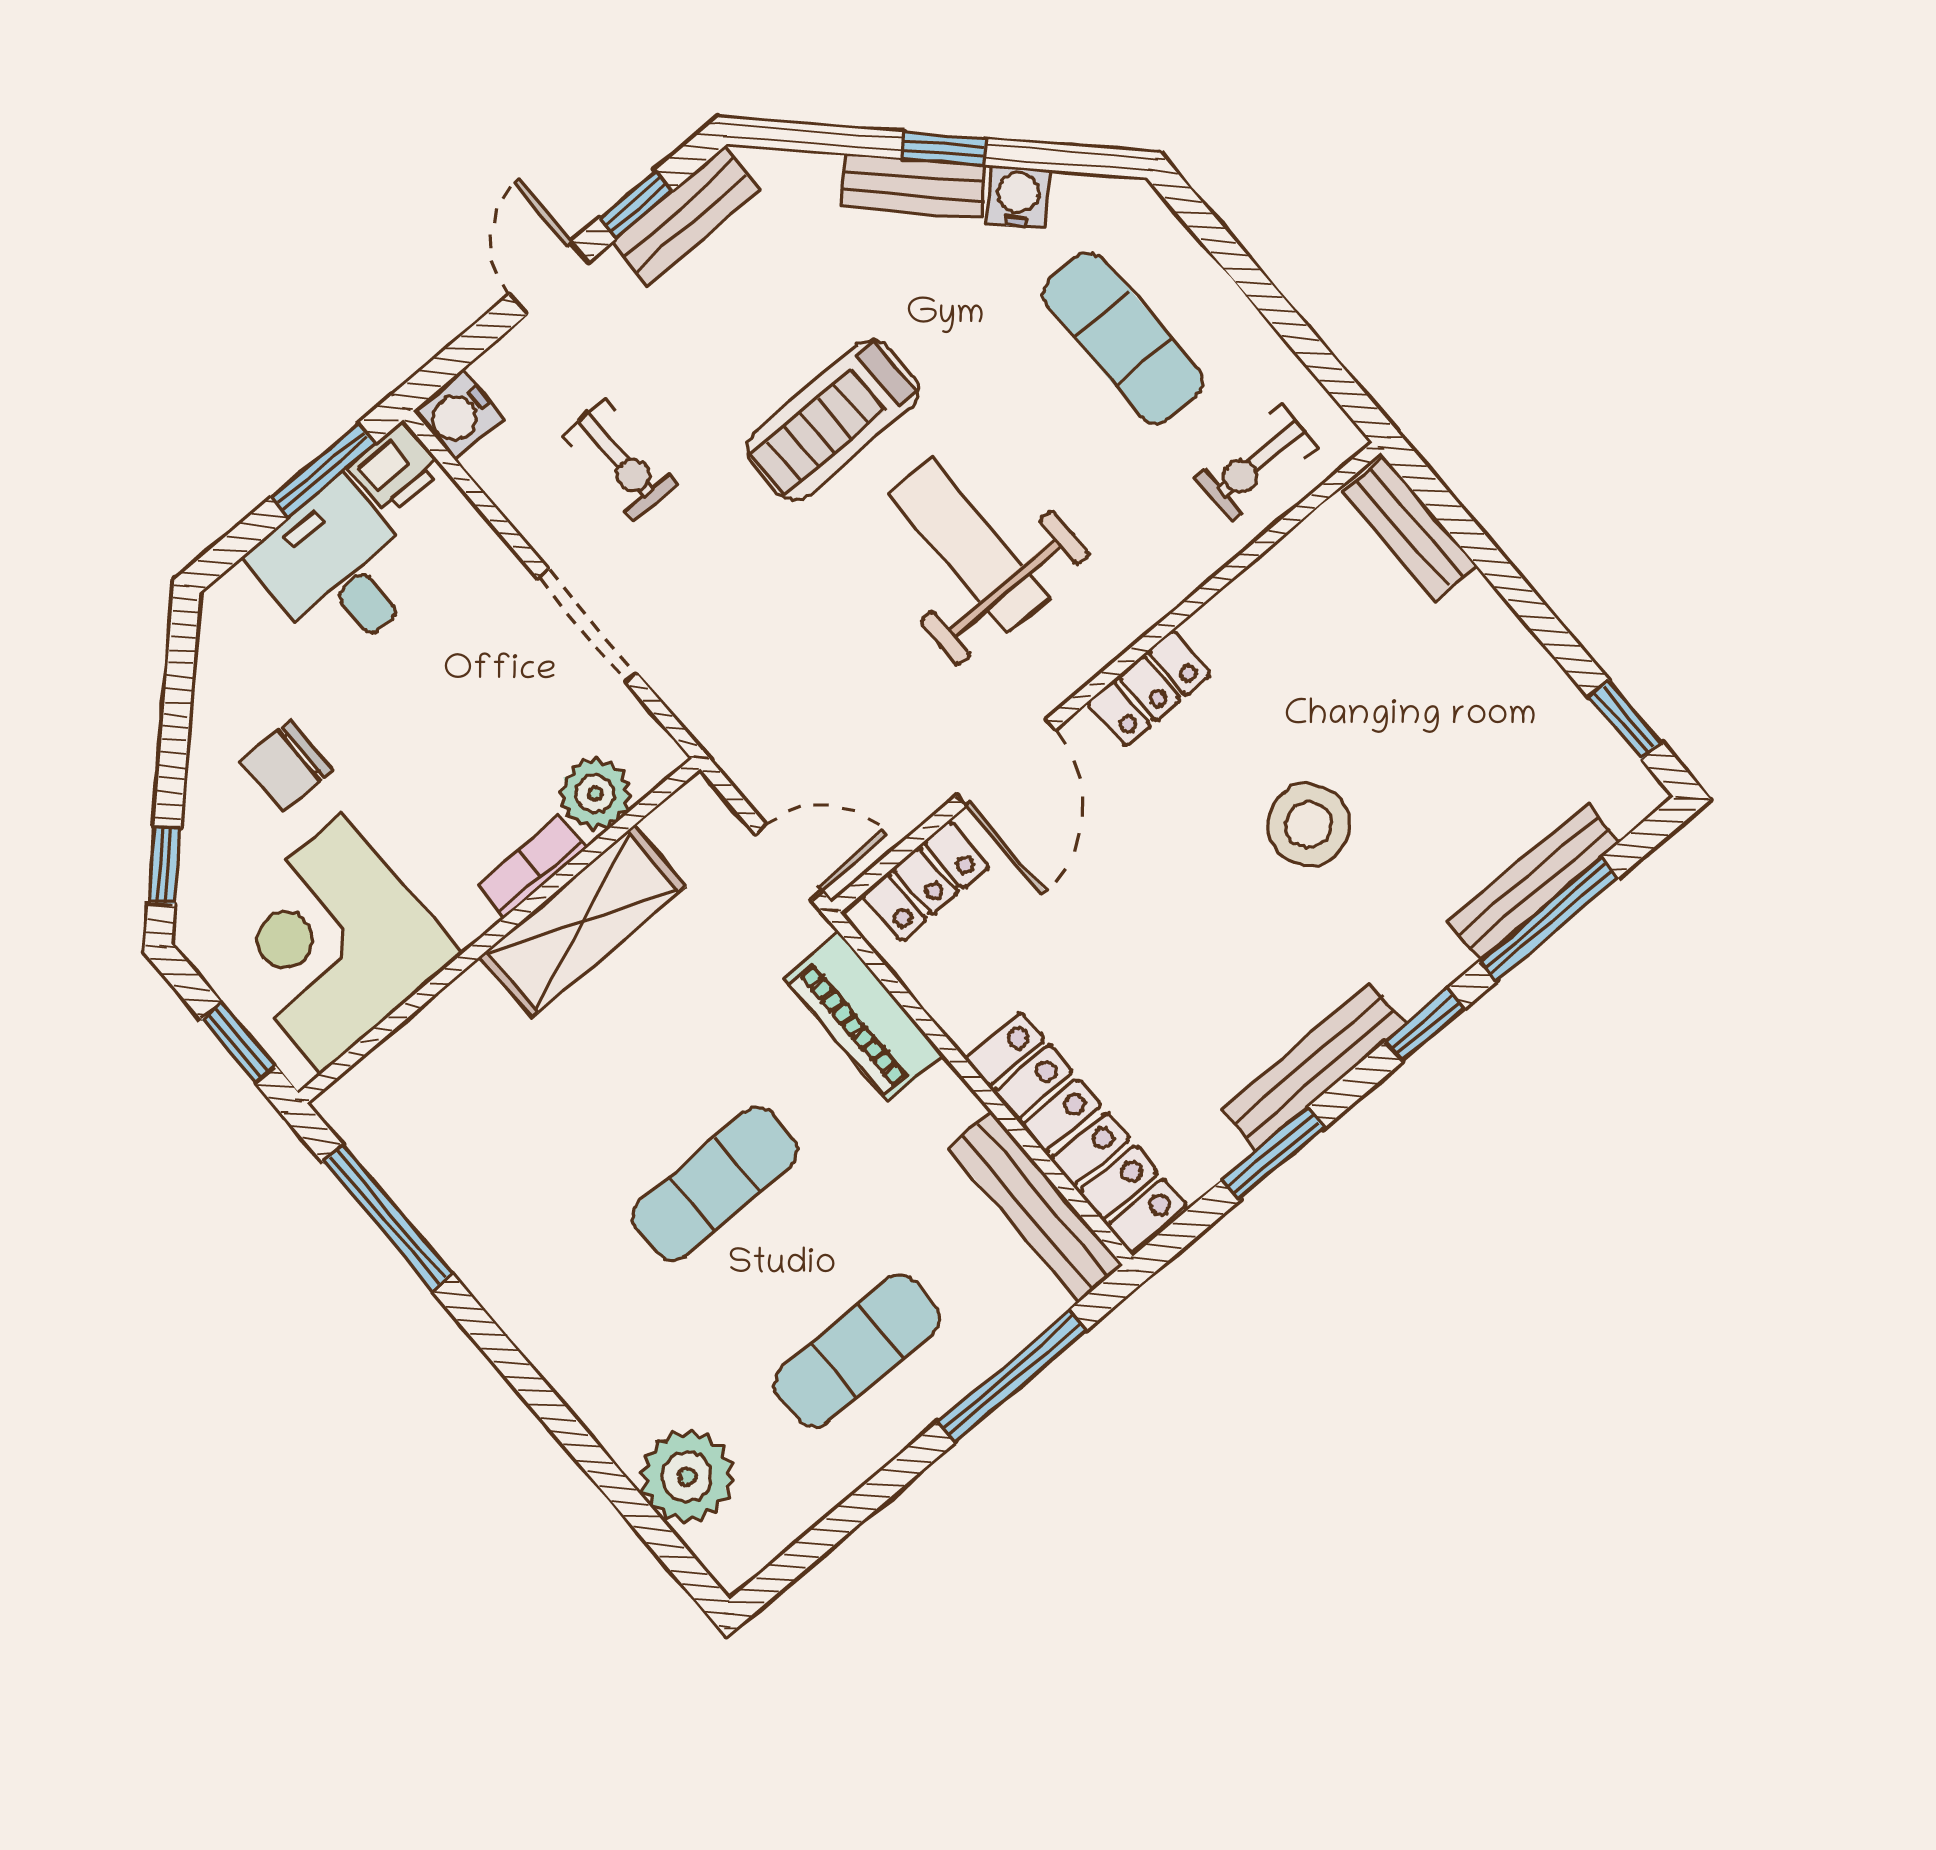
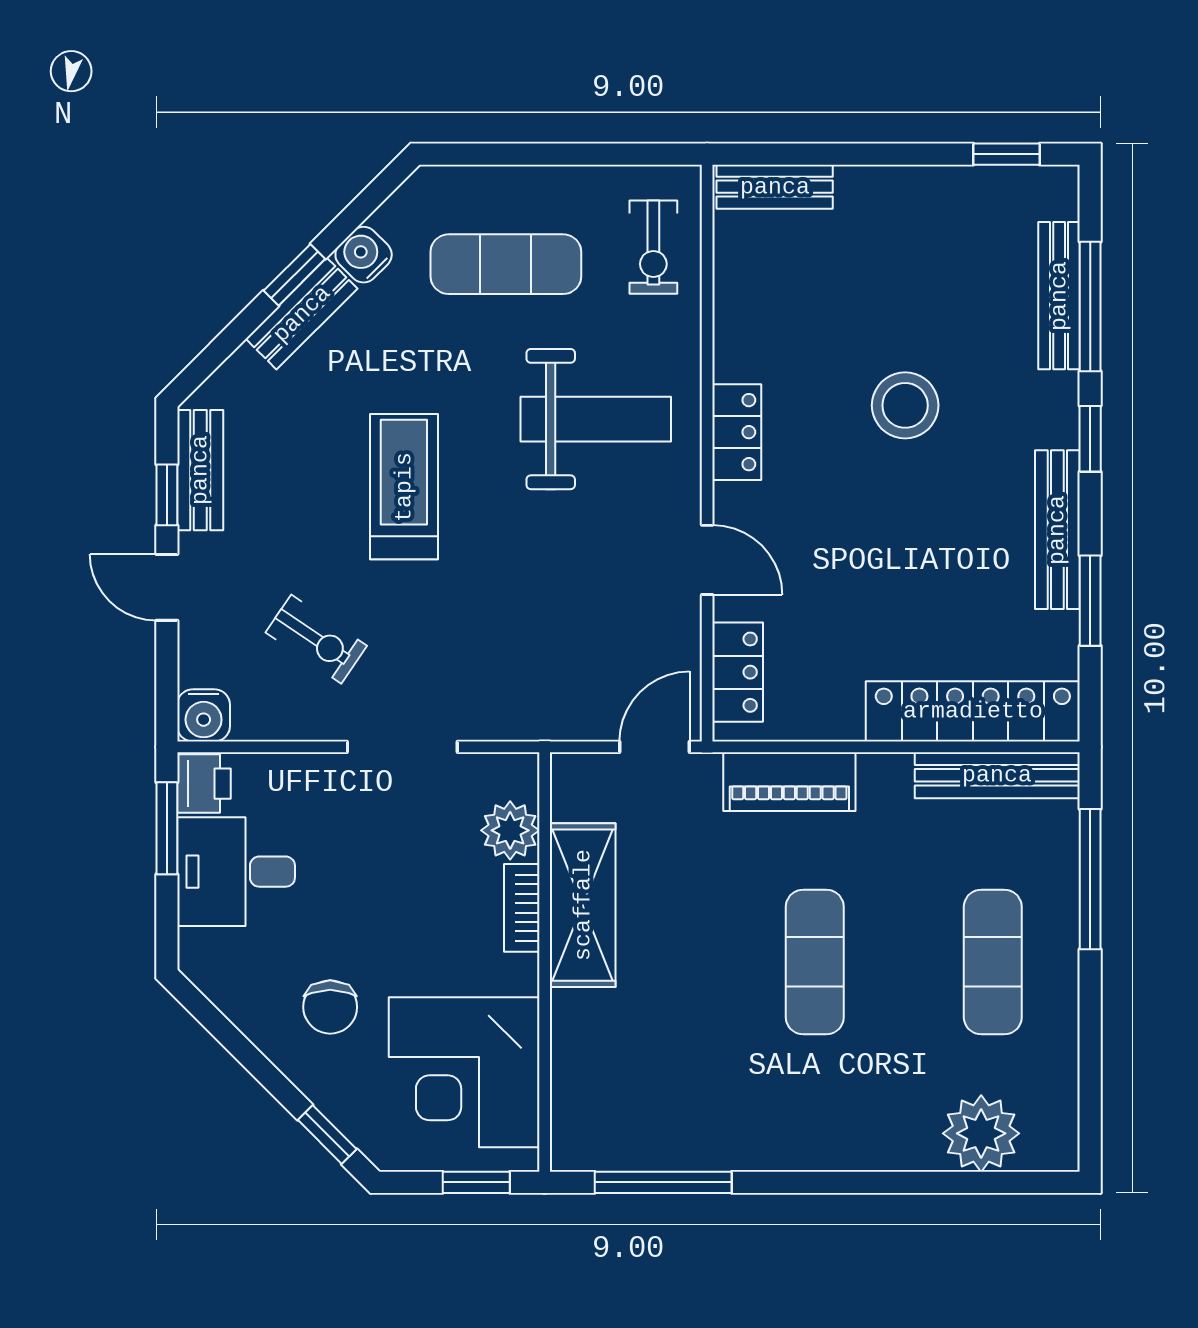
treadmill: (833, 420) -> (404, 487), turned 180
exercise bike: (620, 459) -> (316, 639), turned 34
weight bench: (969, 546) -> (596, 419), moved, turned 180
door: (1006, 763) -> (707, 560), width x0.73

